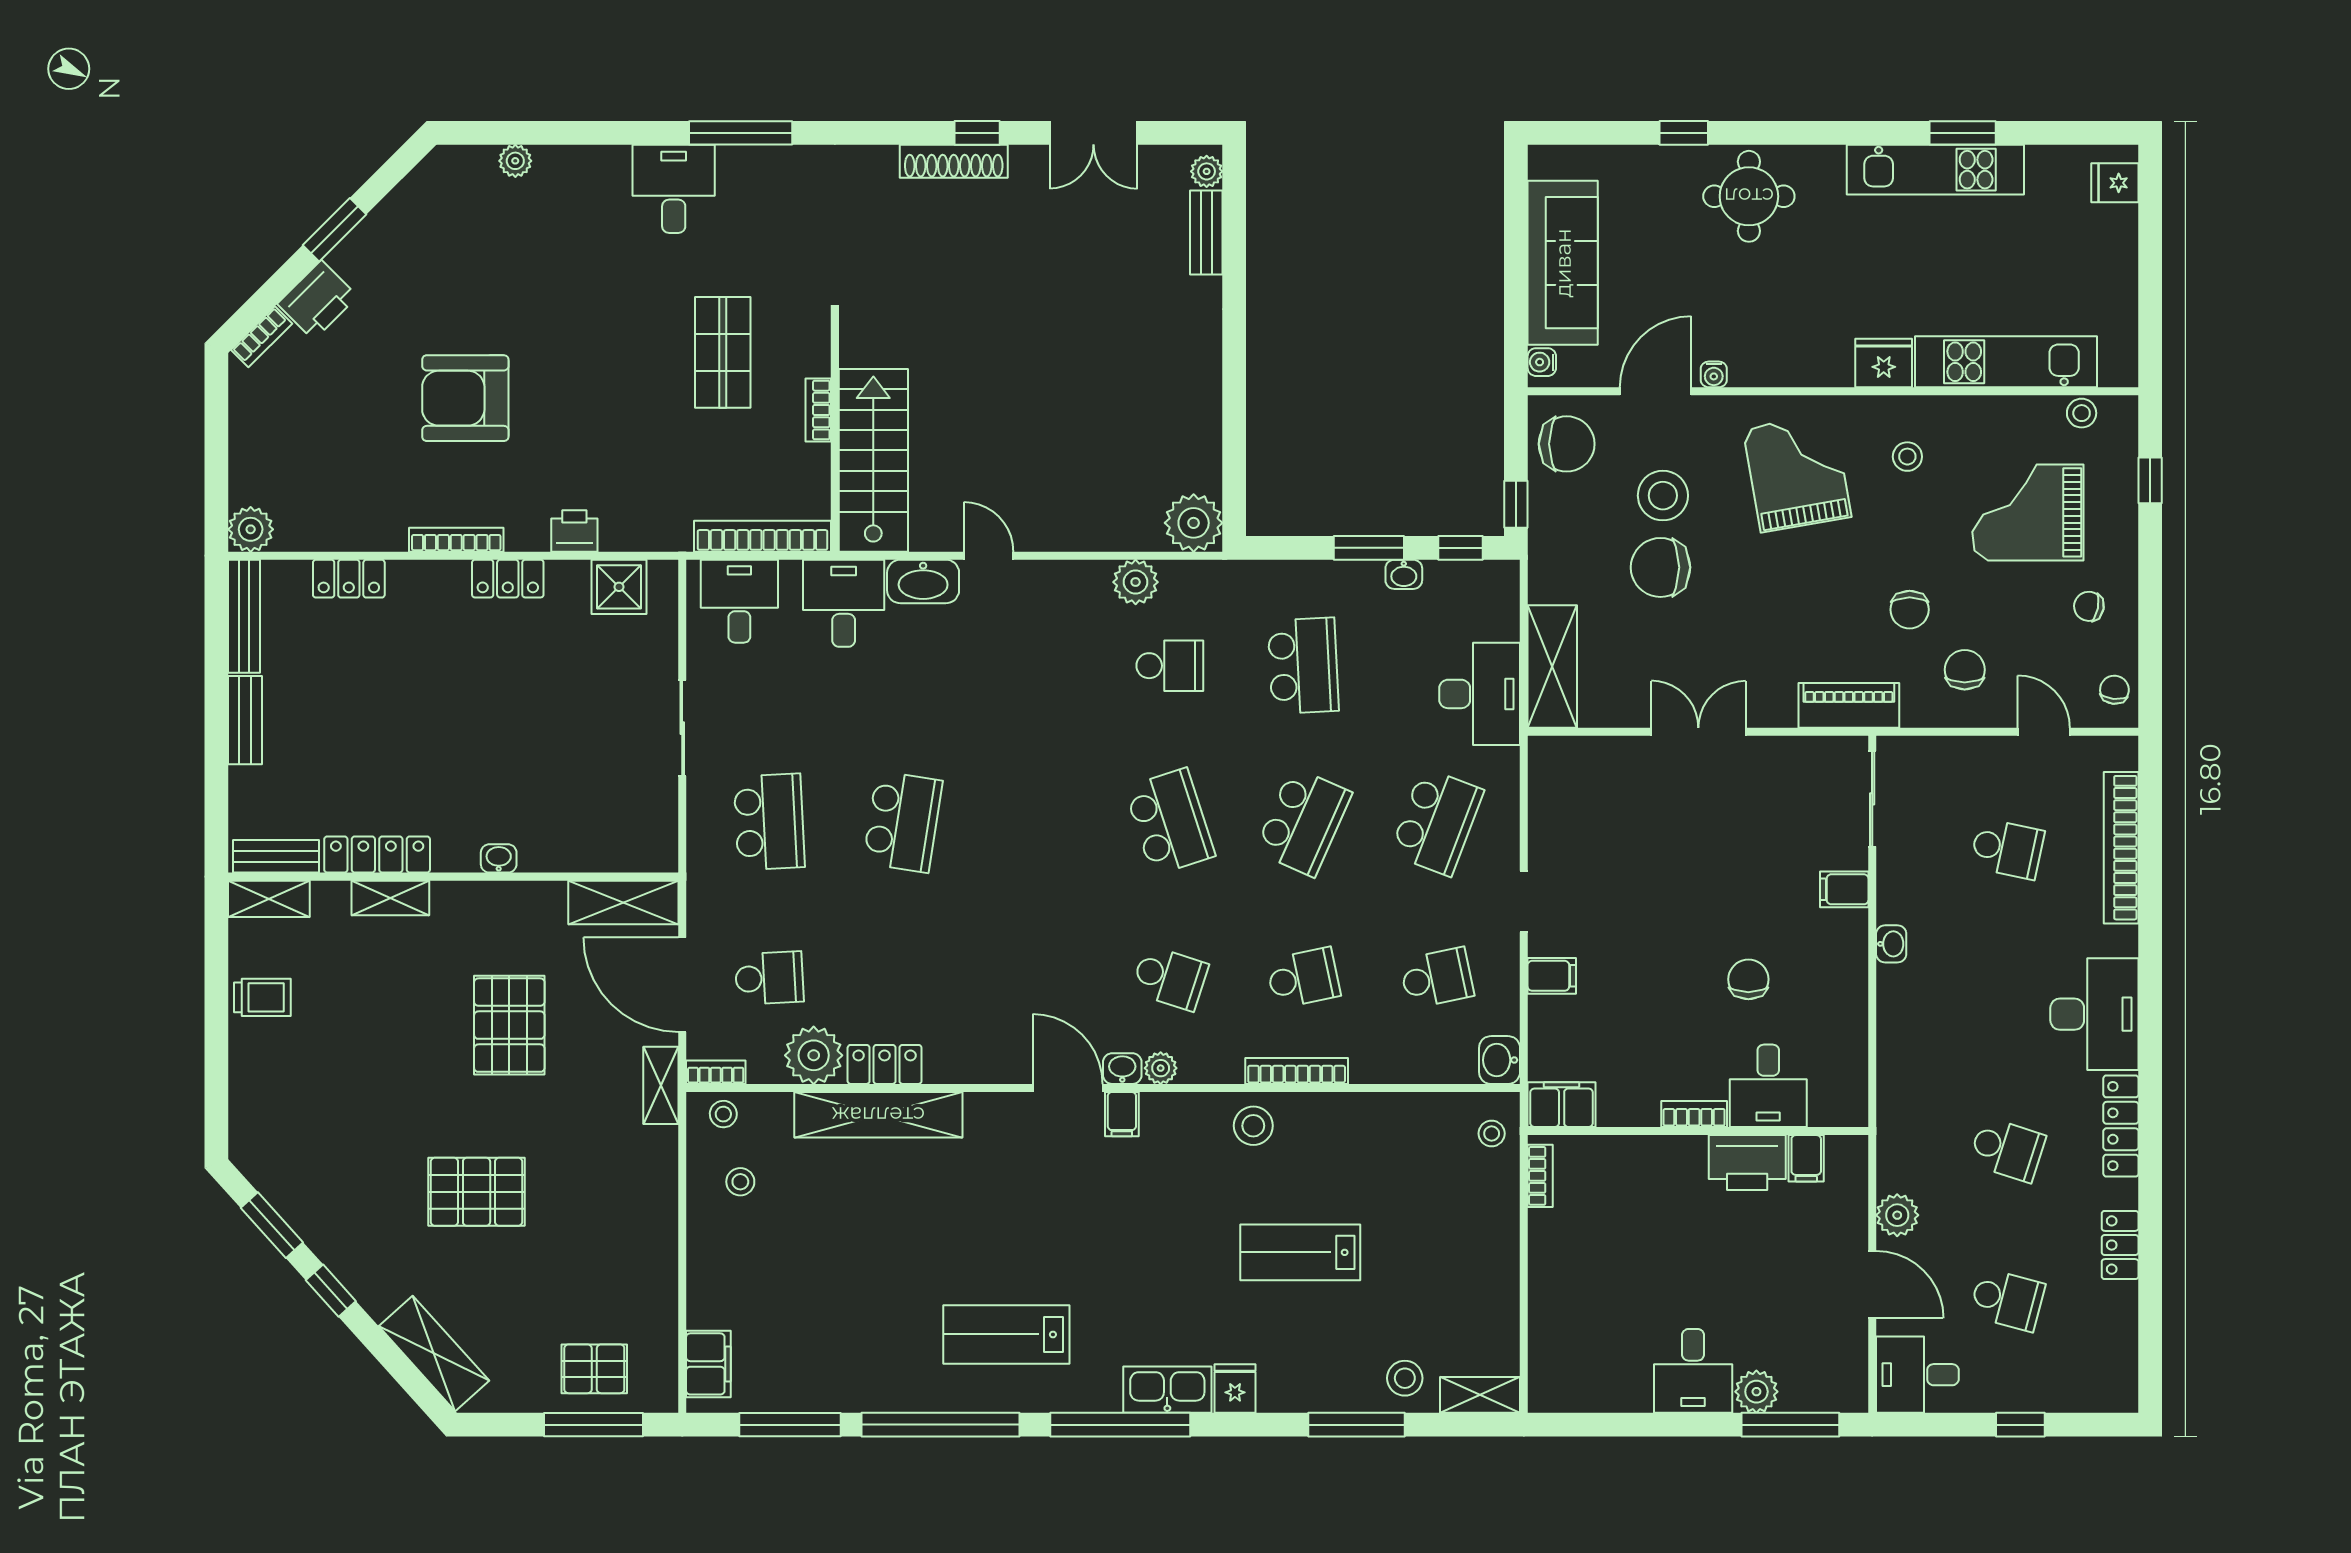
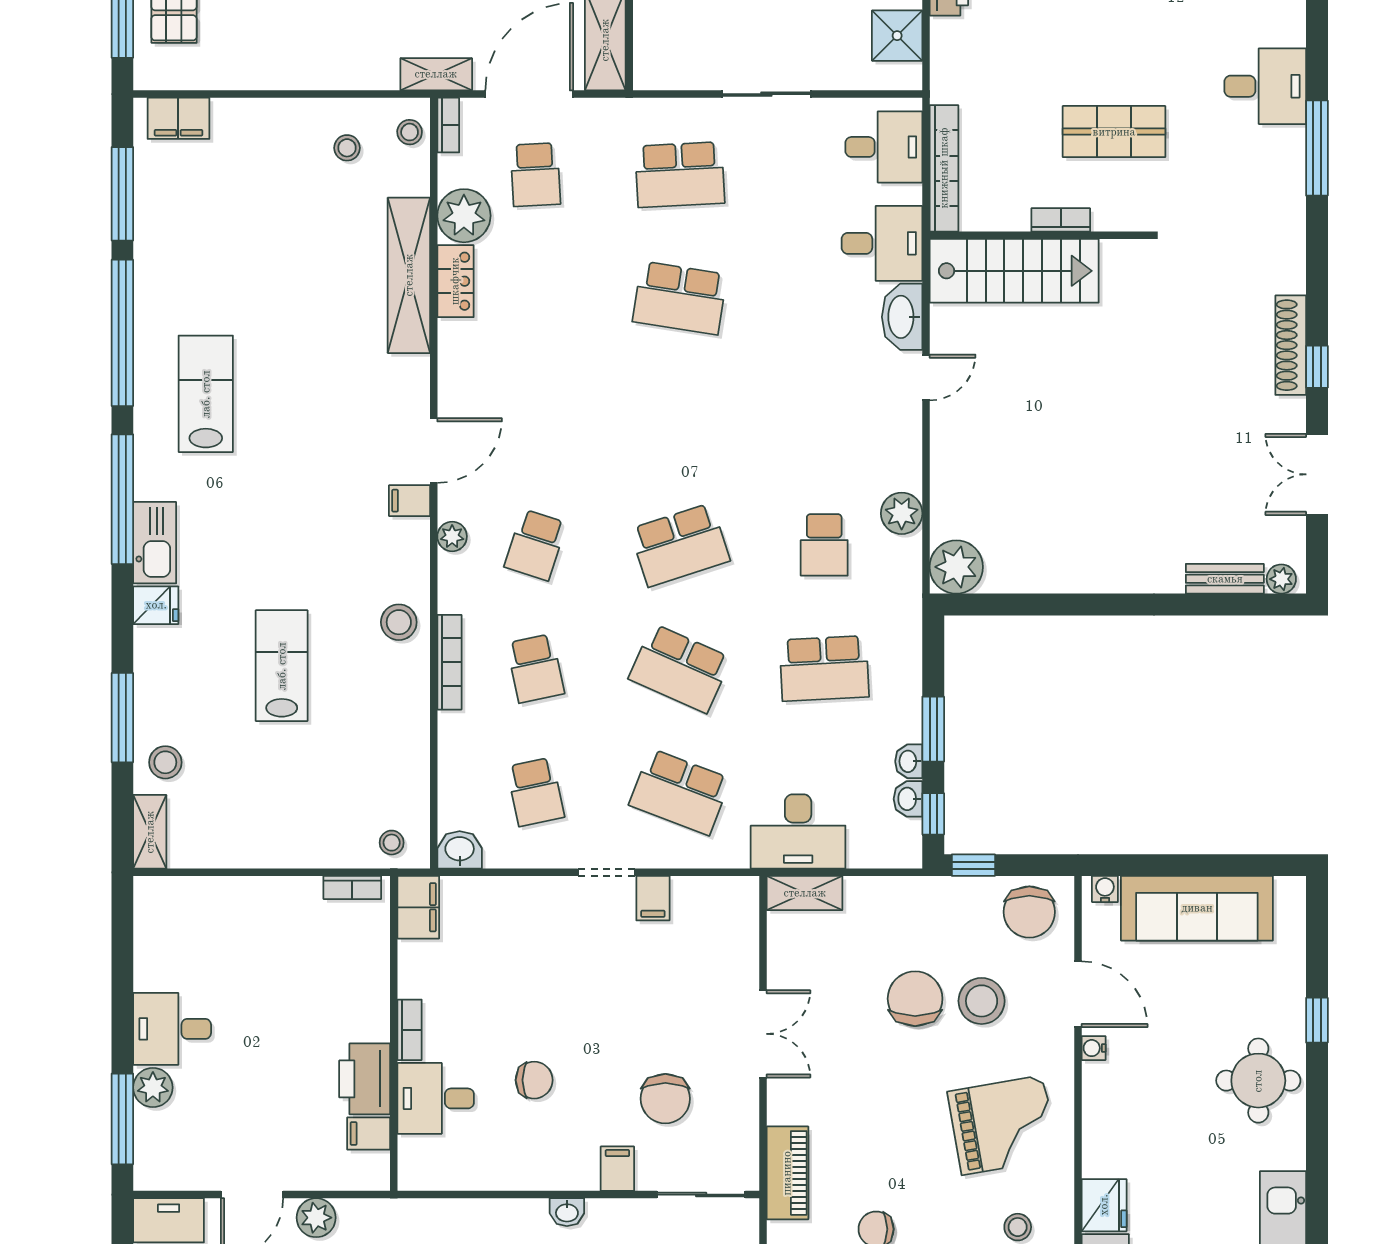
shelving: (1552, 666) -> (805, 893), width x0.67, depth x0.75
chair: (1769, 838) -> (665, 1099), added
filing cabinet: (1552, 976) -> (653, 898), moved
washbasin: (1122, 1069) -> (908, 799), moved, turned 180

